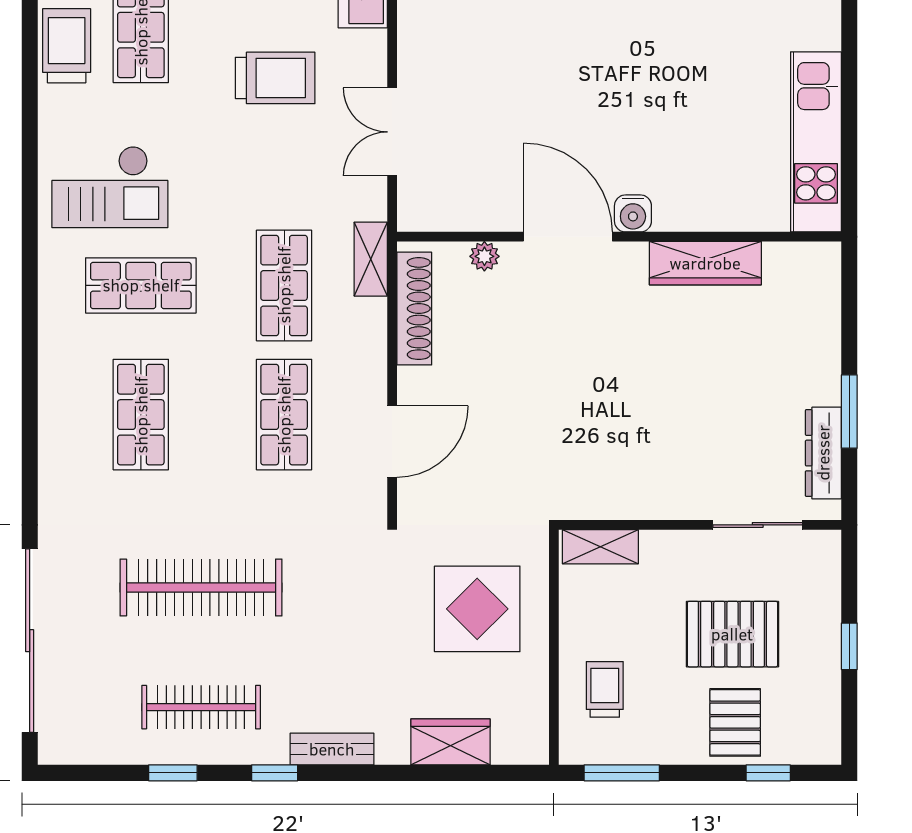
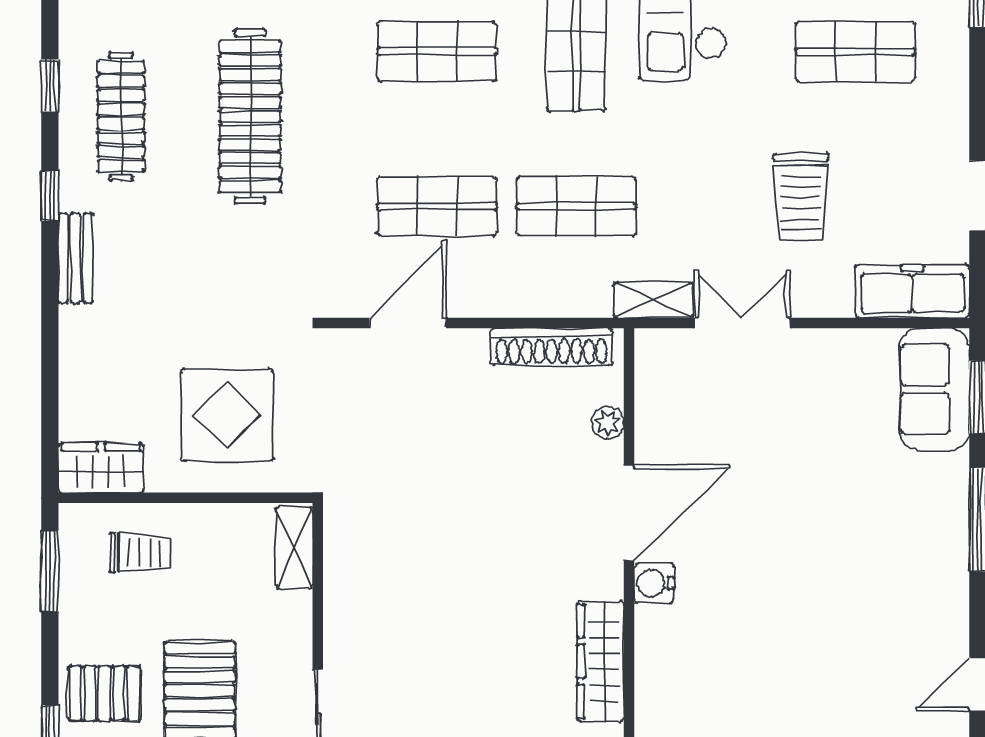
shelving: (371, 259) -> (654, 300), moved
door: (392, 442) -> (408, 323), swing flipped
wardrobe: (450, 742) -> (101, 468), moved, turned -90

